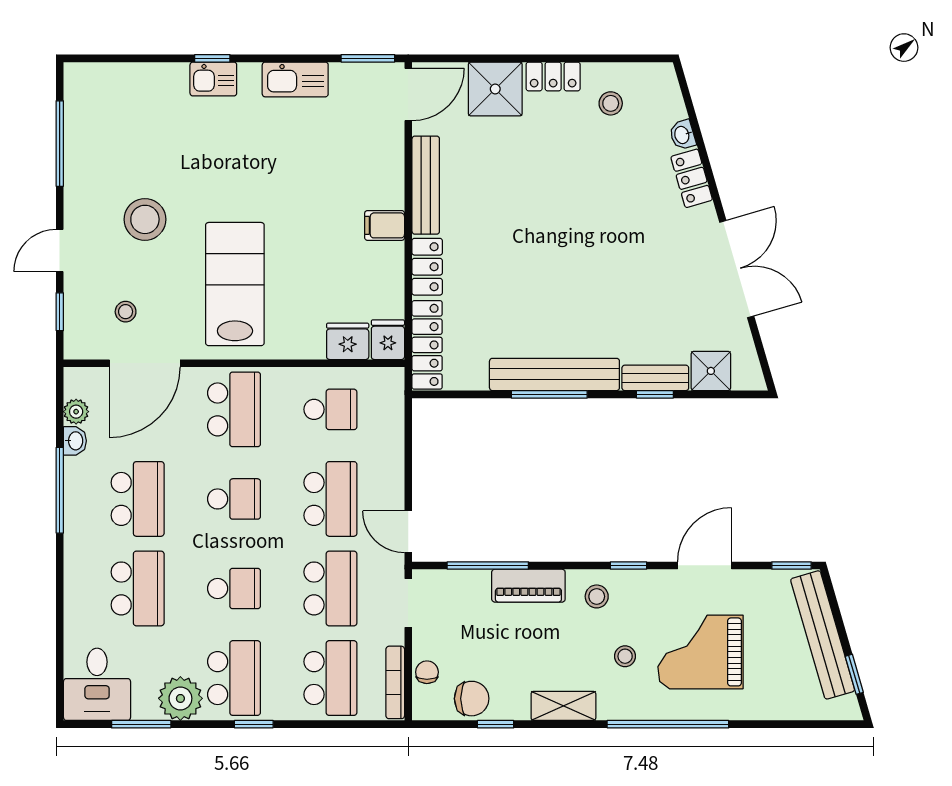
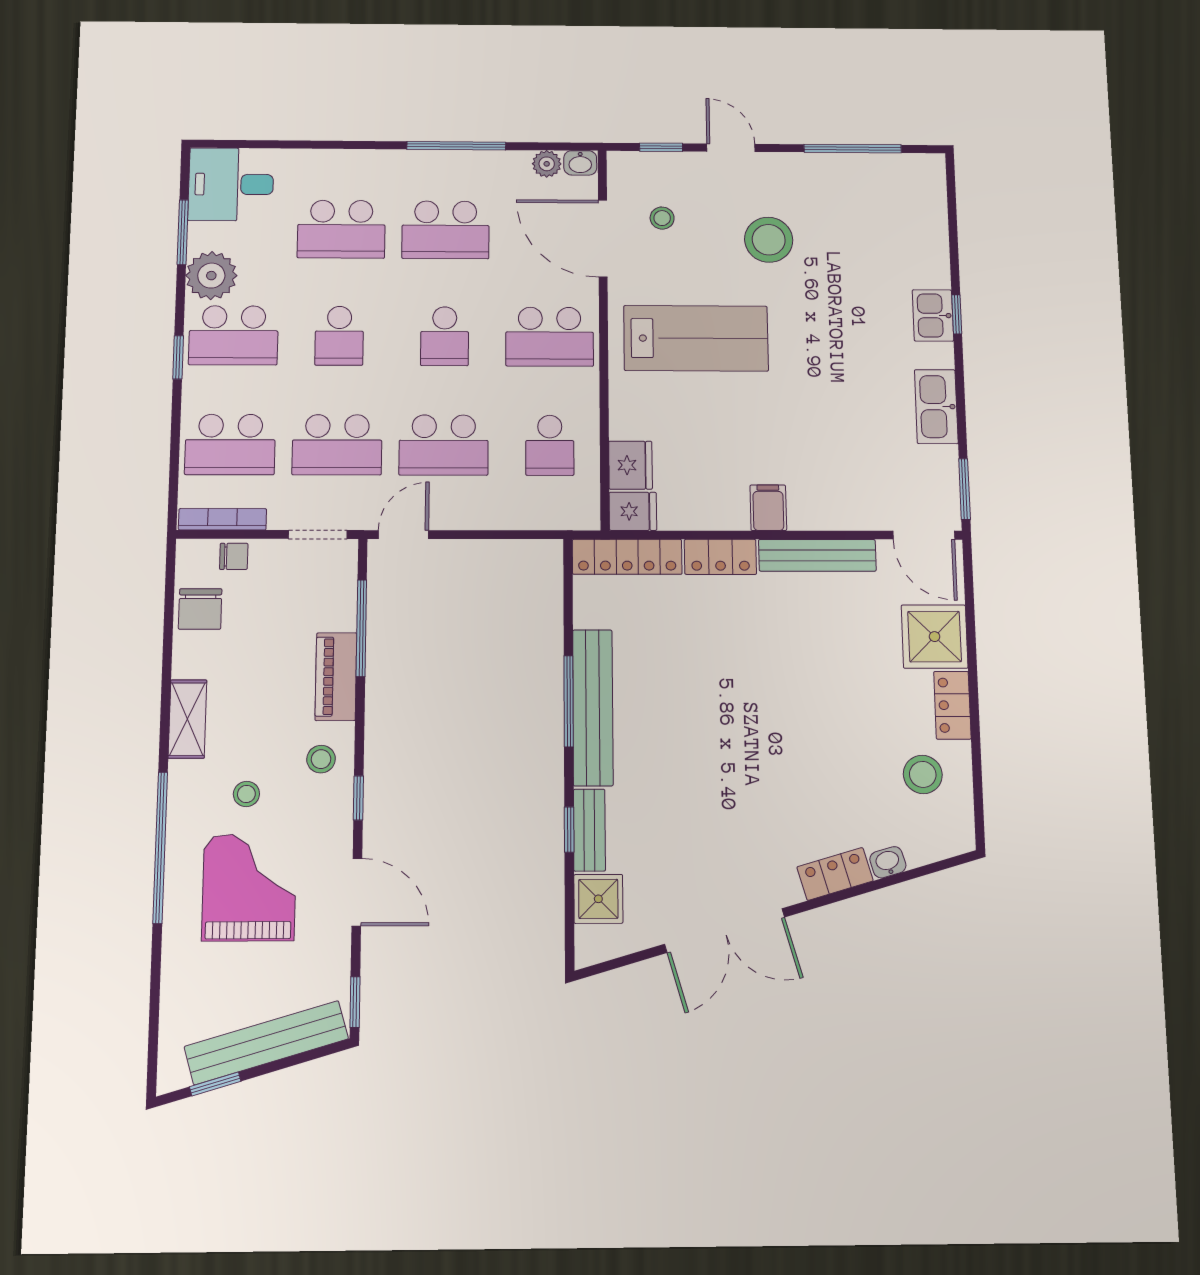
stool: (611, 103) -> (923, 774), width x1.37, depth x1.37
washbasin: (75, 441) -> (580, 163), moved
window: (496, 724) -> (168, 637), removed

